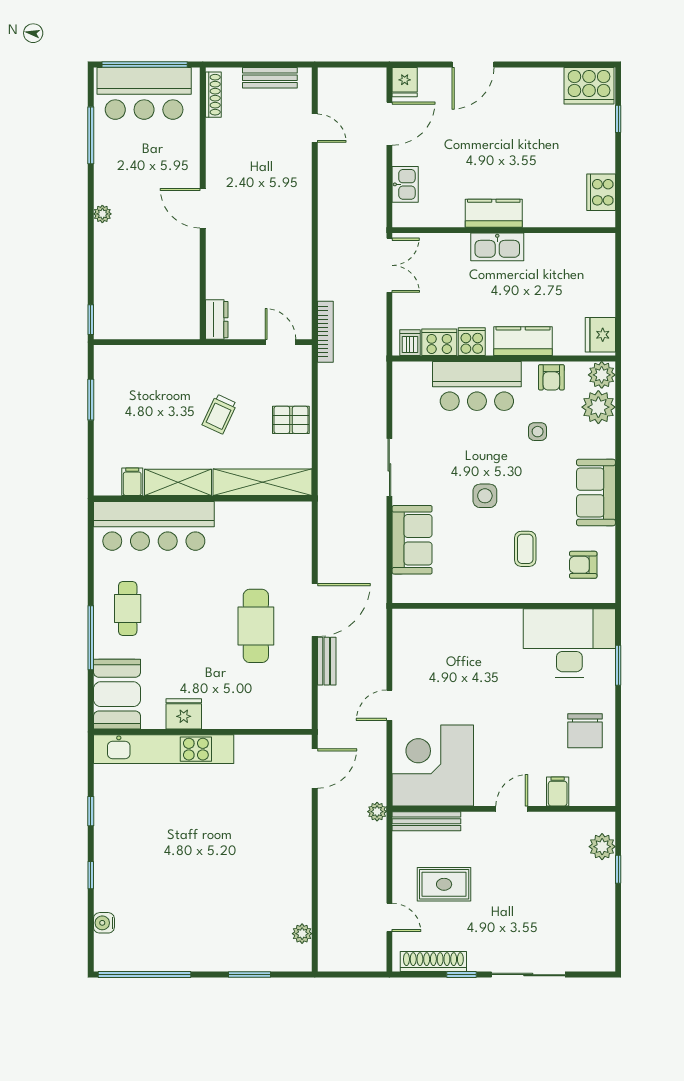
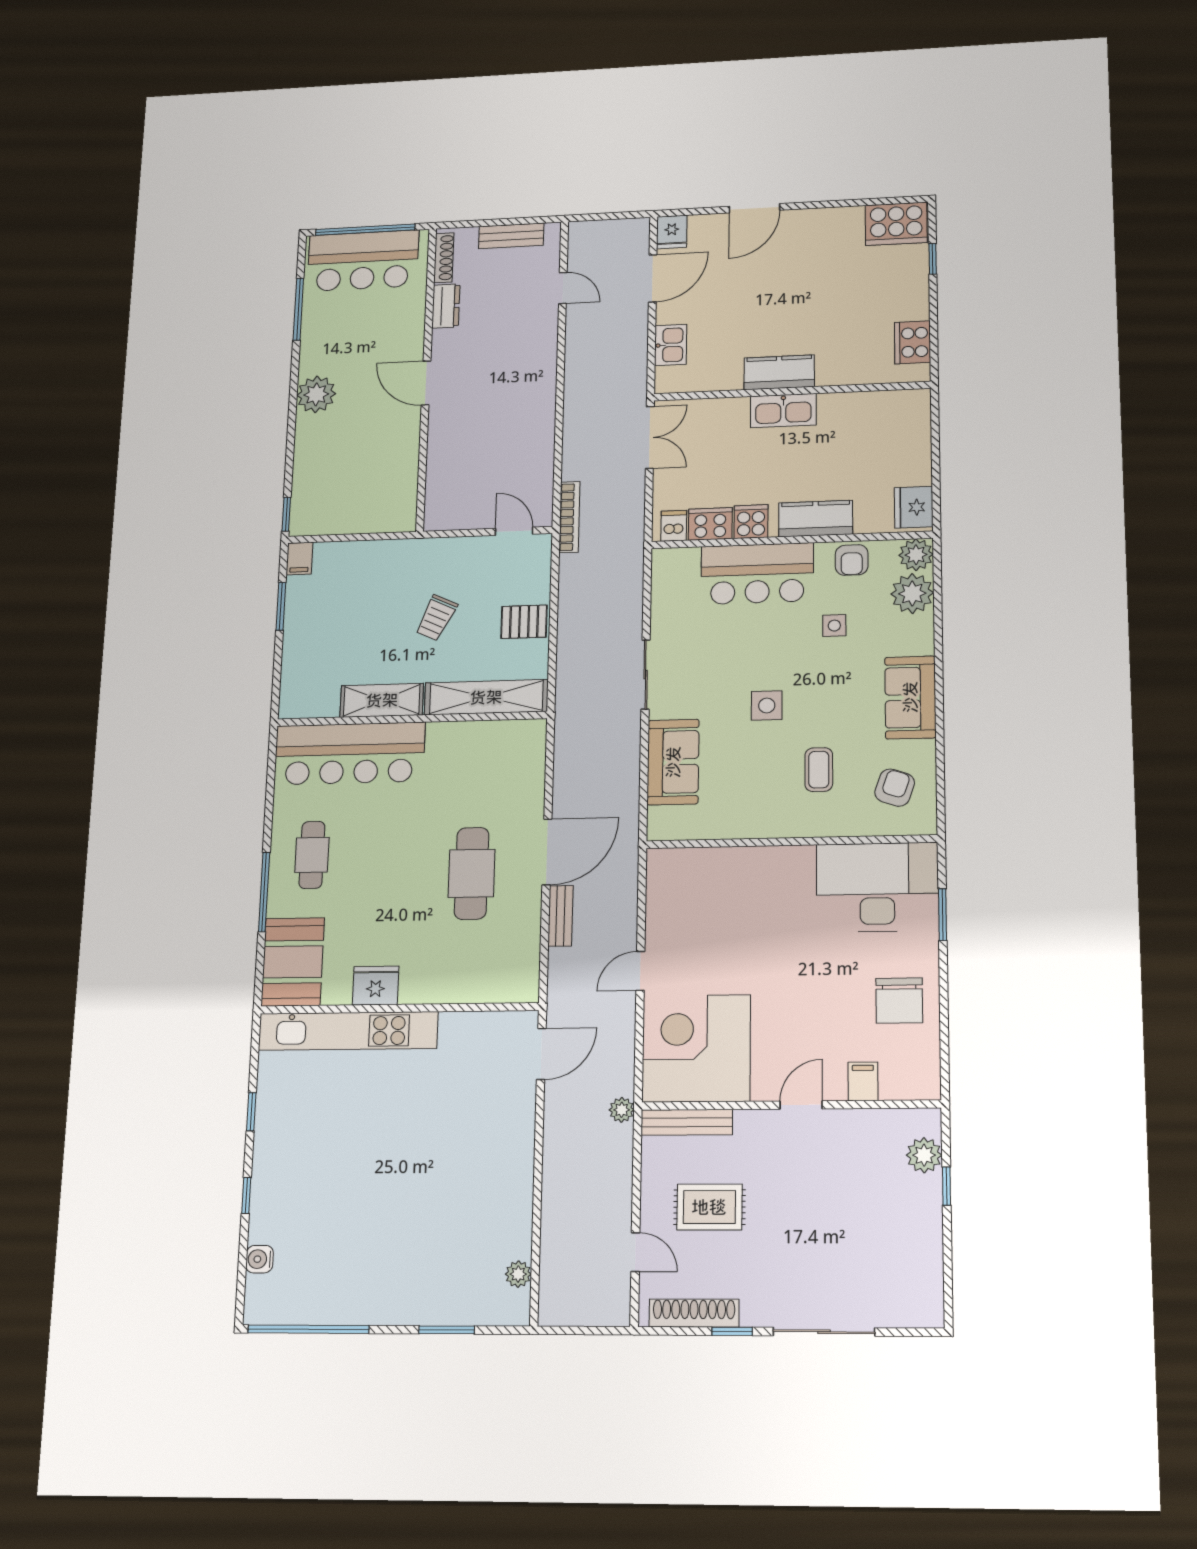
plant: (102, 214) -> (316, 394), width x1.88, depth x1.88
dresser: (217, 320) -> (446, 306), moved
filing cabinet: (132, 482) -> (299, 559), moved, turned 180
armchair: (583, 565) -> (895, 788), turned 109

